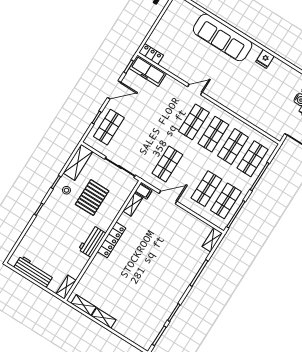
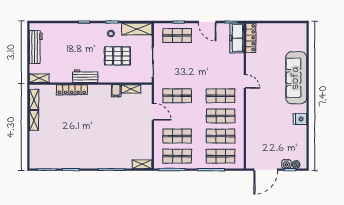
locker: (151, 54) -> (251, 38), width x1.53
filing cabinet: (143, 191) -> (116, 91), moved
locker: (112, 240) -> (72, 90), moved

